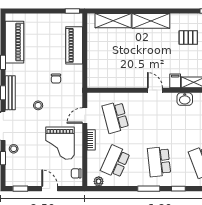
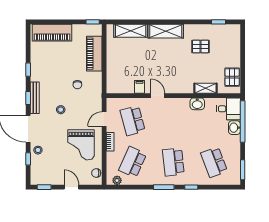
piano: (15, 42) -> (52, 33), moved, turned 90
filing cabinet: (175, 81) -> (139, 87), moved
door: (155, 90) -> (158, 96), moved

